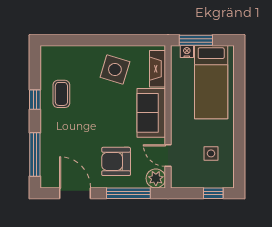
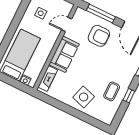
window: (196, 40) -> (17, 84), removed
side table: (115, 69) -> (84, 97), moved
door: (168, 155) -> (67, 24), swing flipped
plant: (156, 178) -> (80, 14), removed

